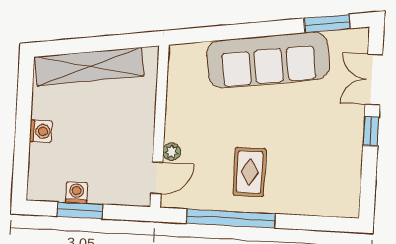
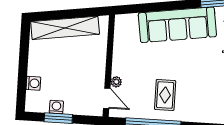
washing machine: (41, 131) -> (33, 83), moved
door: (157, 178) -> (107, 98), hinge flipped

